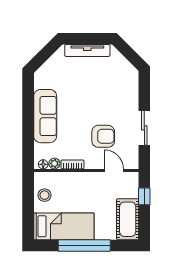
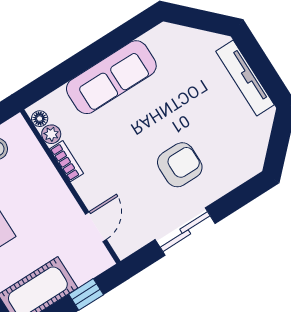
armchair: (103, 136) -> (180, 165), moved, turned -90

